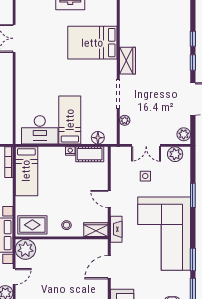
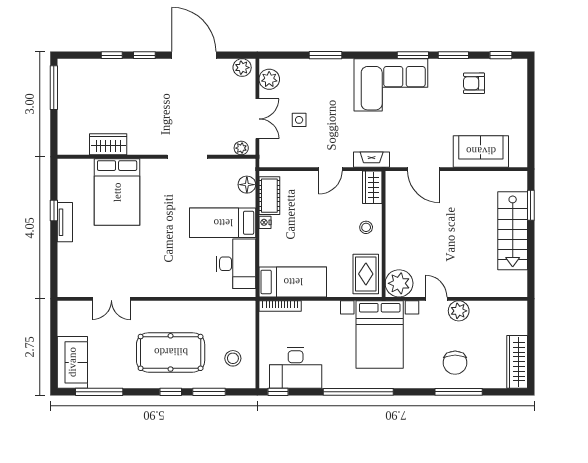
wardrobe: (127, 61) -> (108, 144), moved
plant: (125, 120) -> (241, 148), moved
corner sofa: (164, 234) -> (391, 85), width x0.73, depth x0.74

